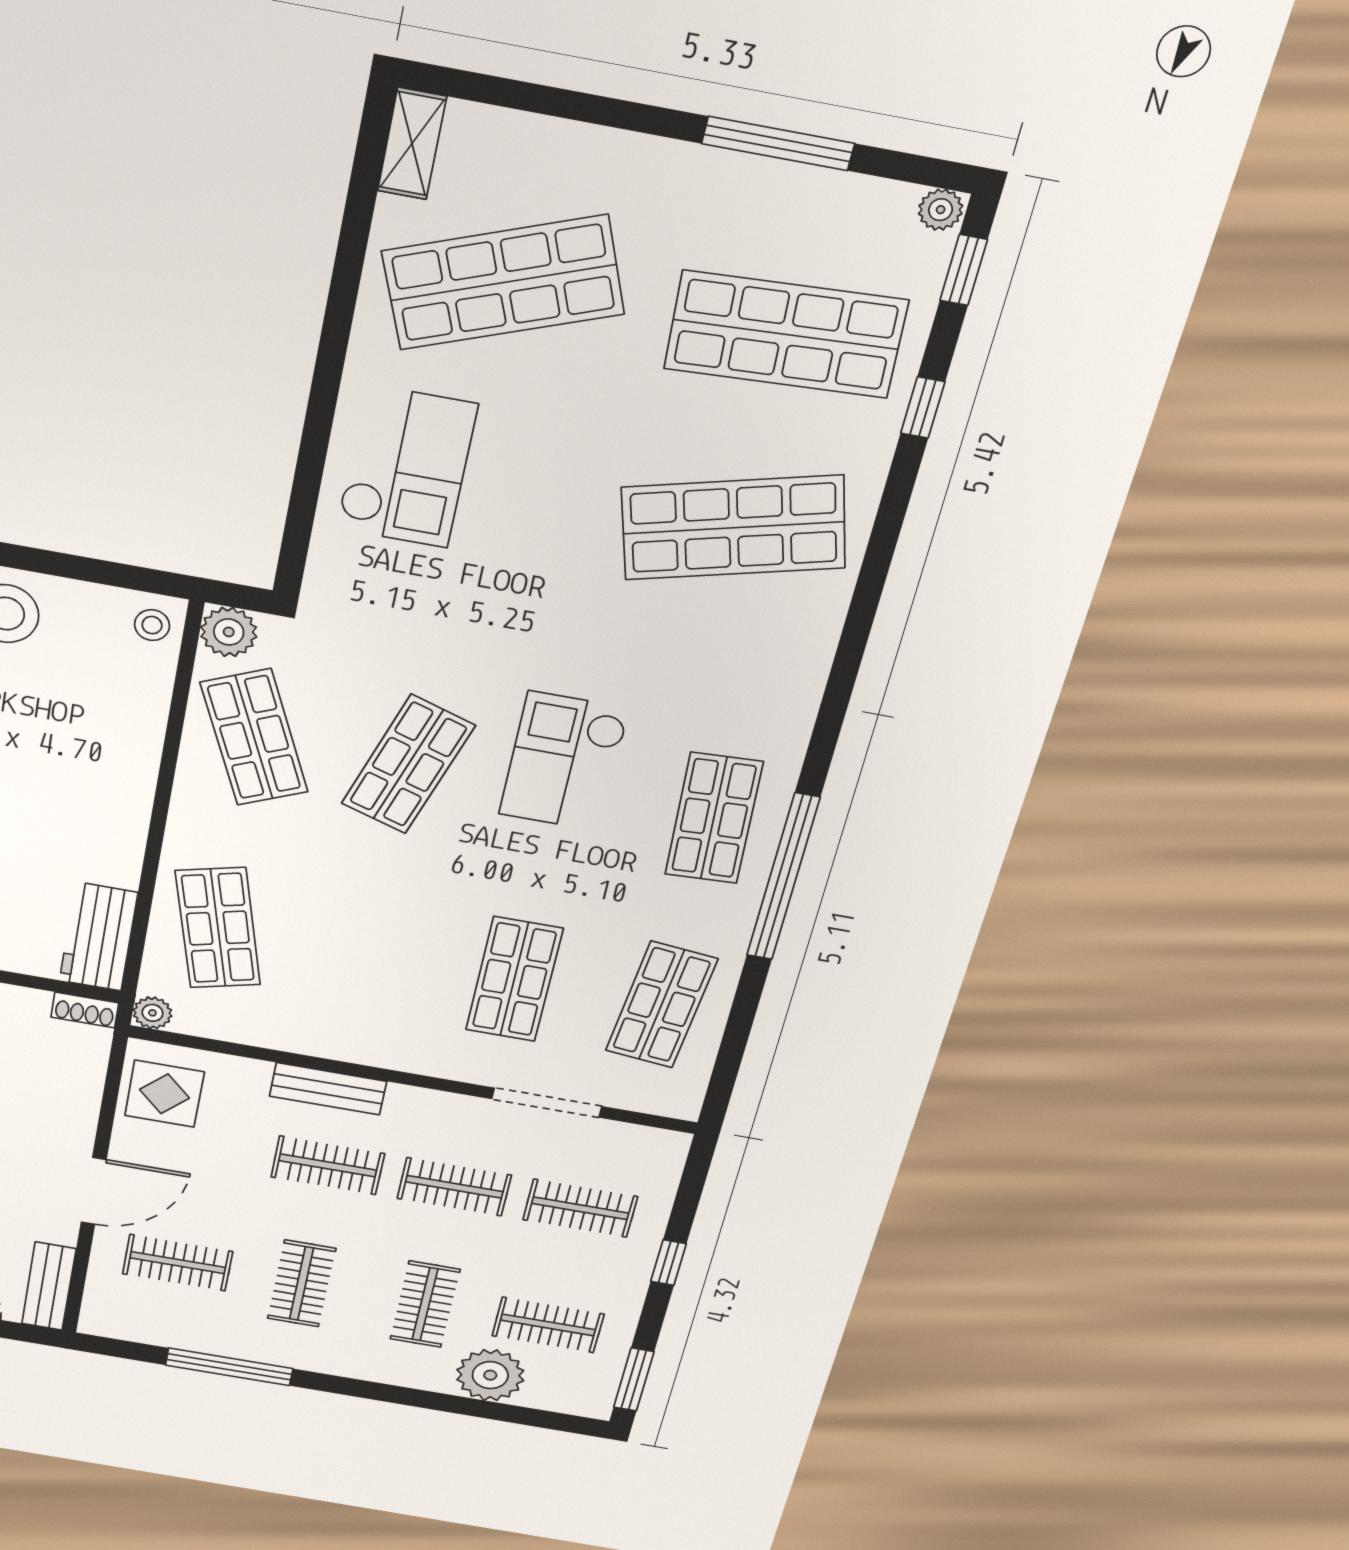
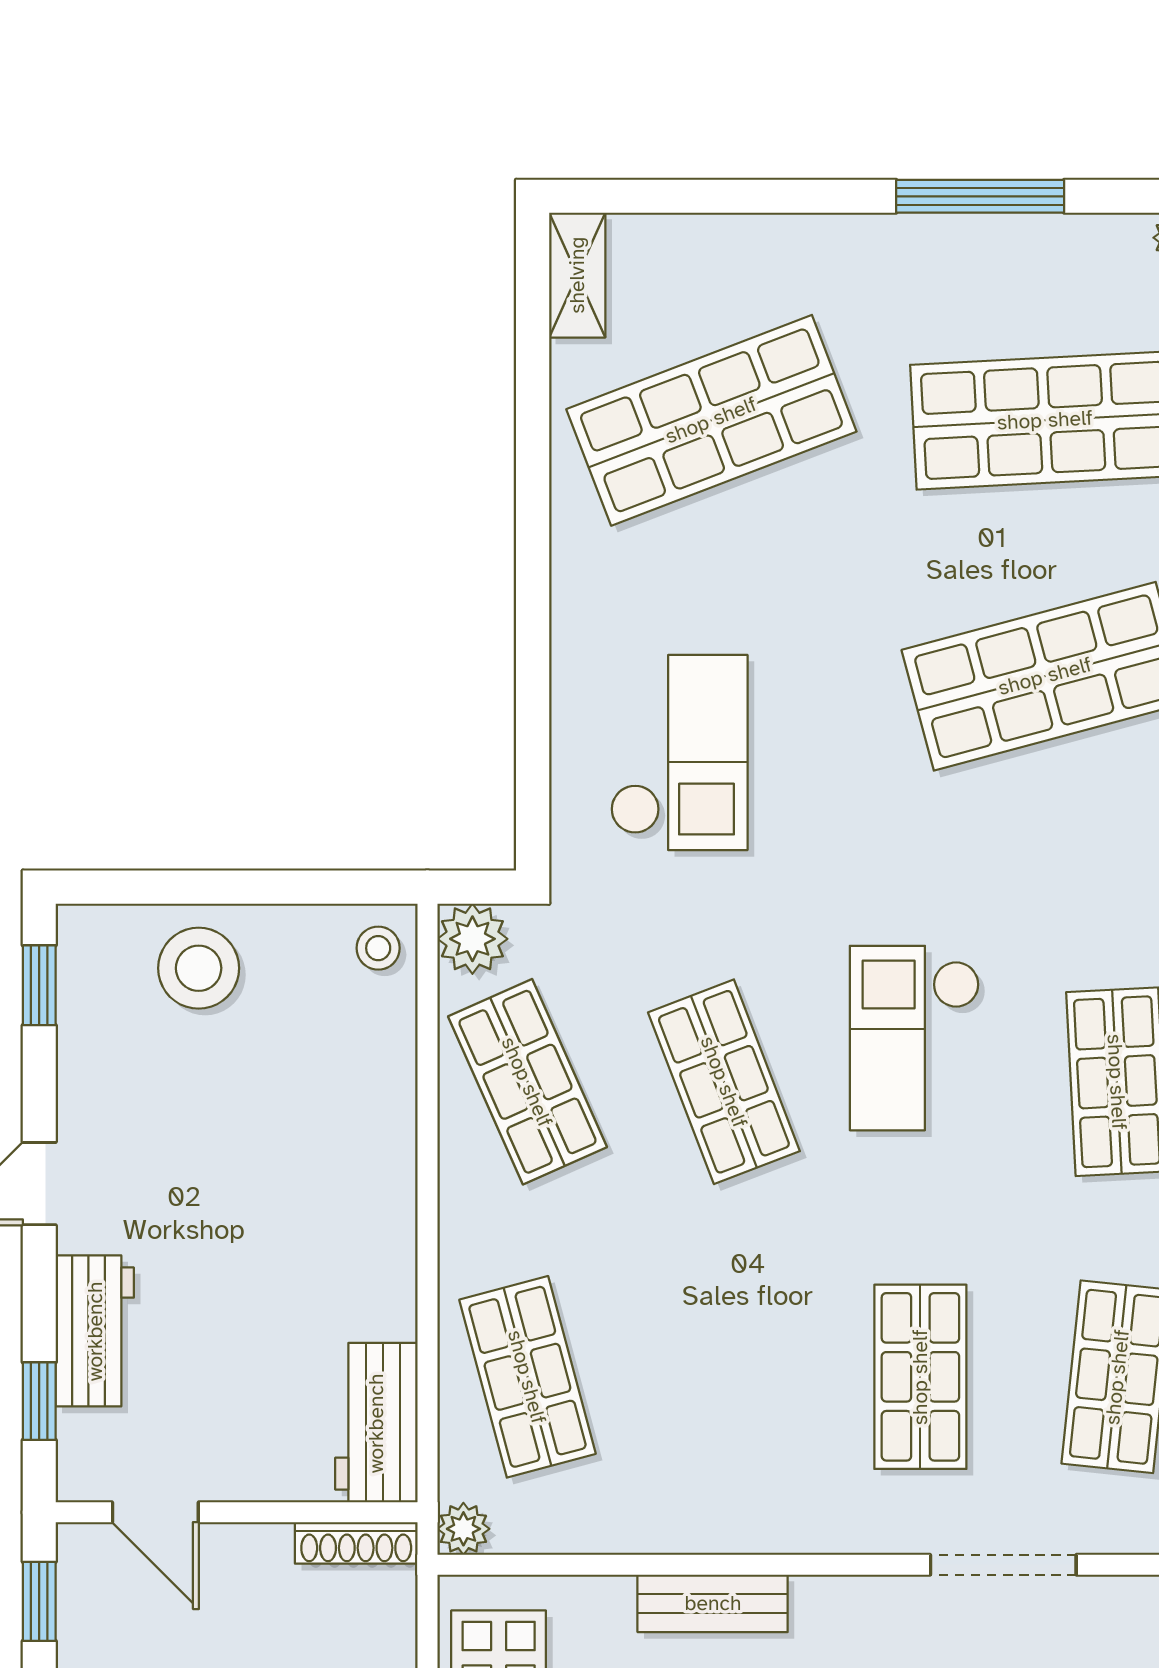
checkout: (406, 467) -> (679, 752), moved
shop shelf: (408, 764) -> (724, 1082), turned -39
shoe rack: (85, 1010) -> (356, 1543), width x1.43

